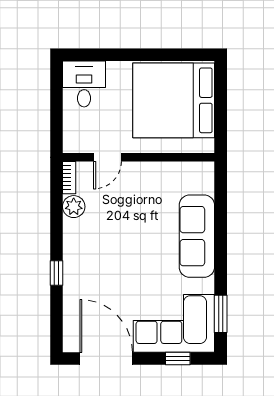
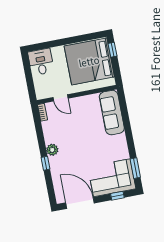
window: (221, 87) -> (113, 50), added
door: (107, 157) -> (61, 98), hinge flipped
plant: (74, 207) -> (52, 150), moved
sofa: (197, 236) -> (112, 113), moved

